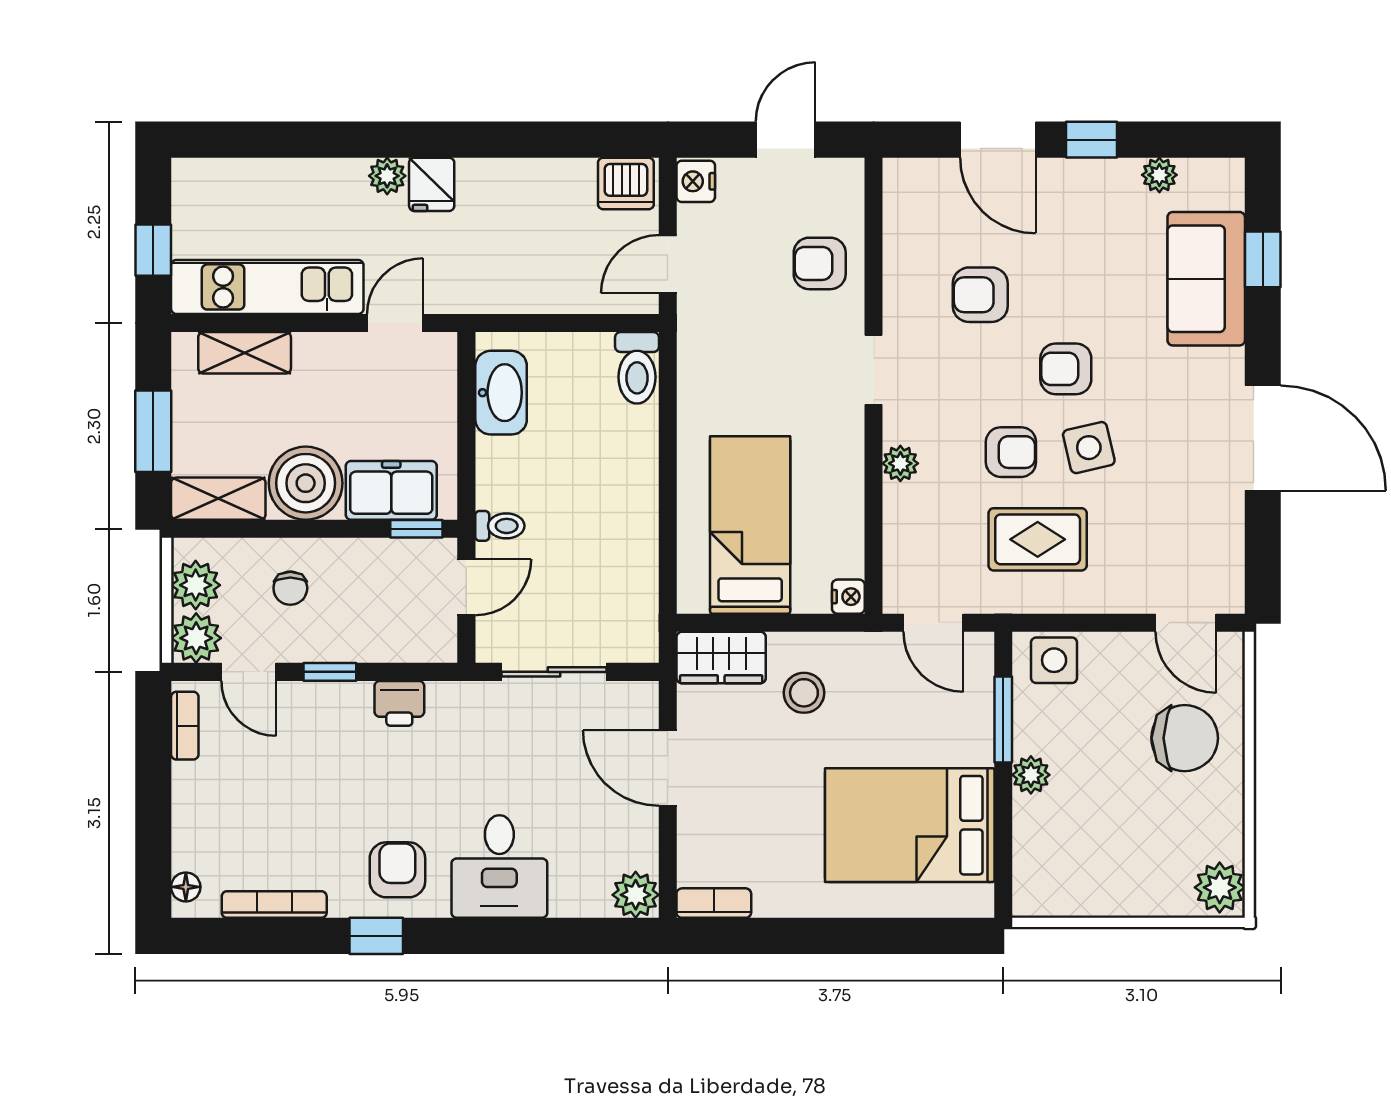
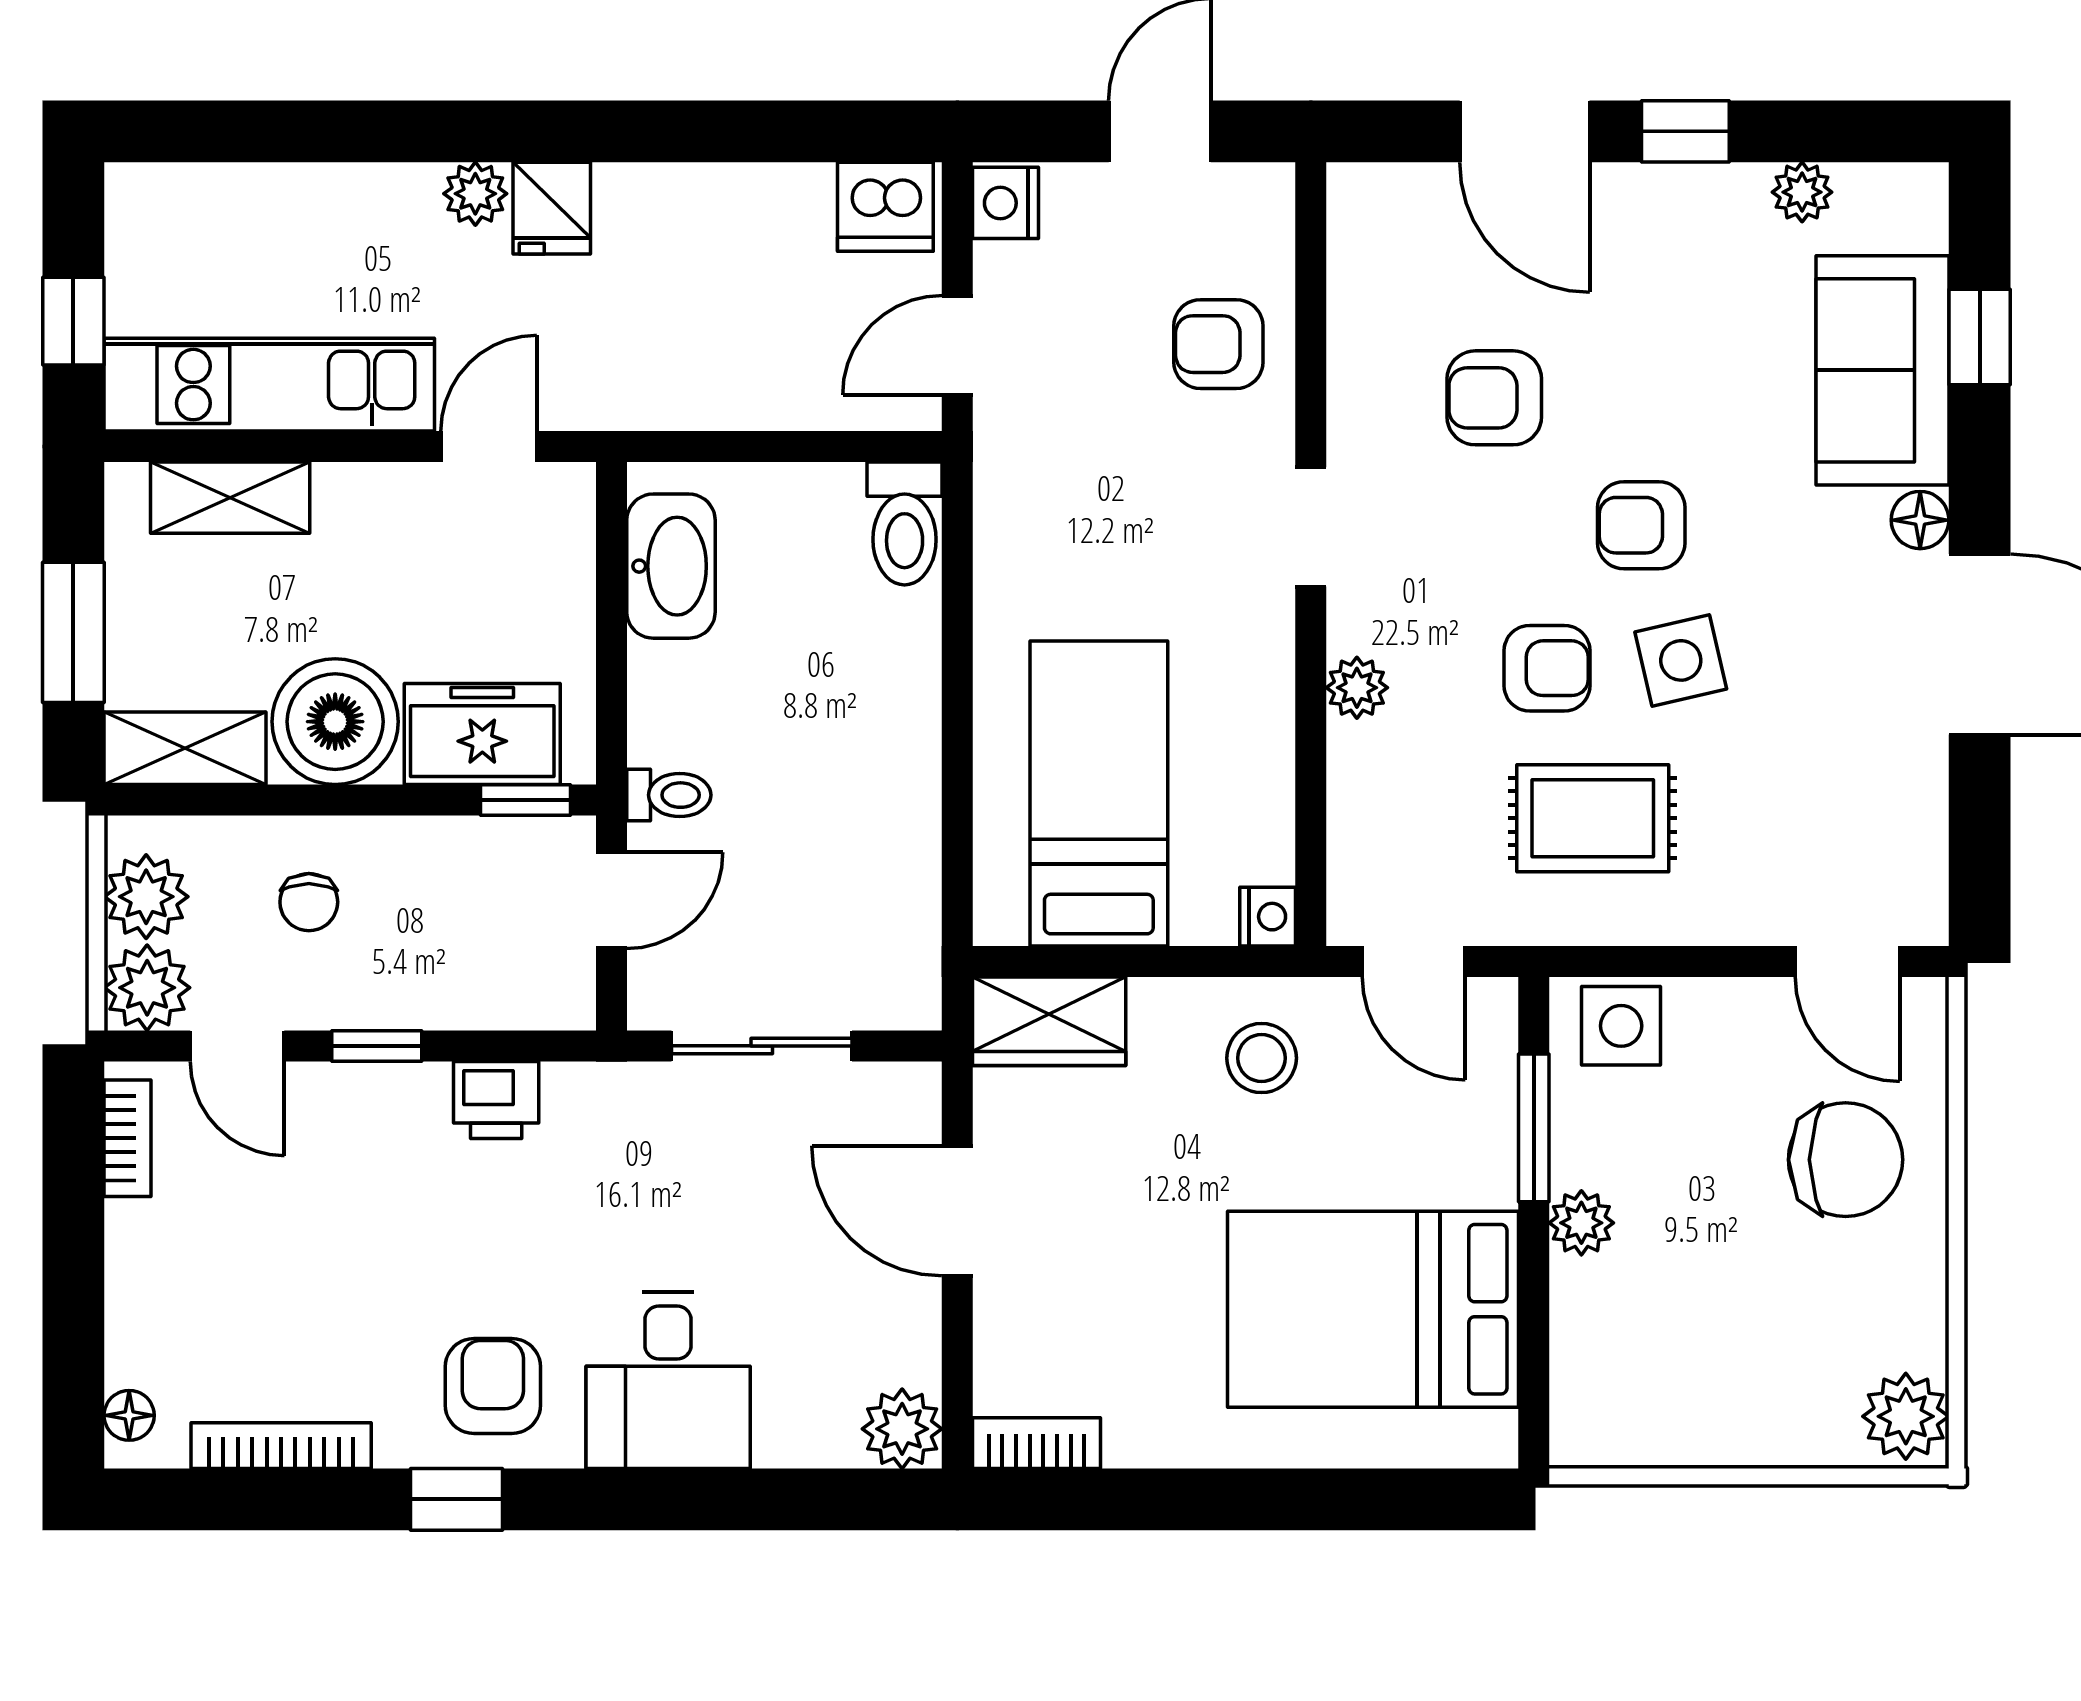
floor lamp: (1228, 366) -> (1920, 520), added
stool: (804, 693) -> (1262, 1058), moved

